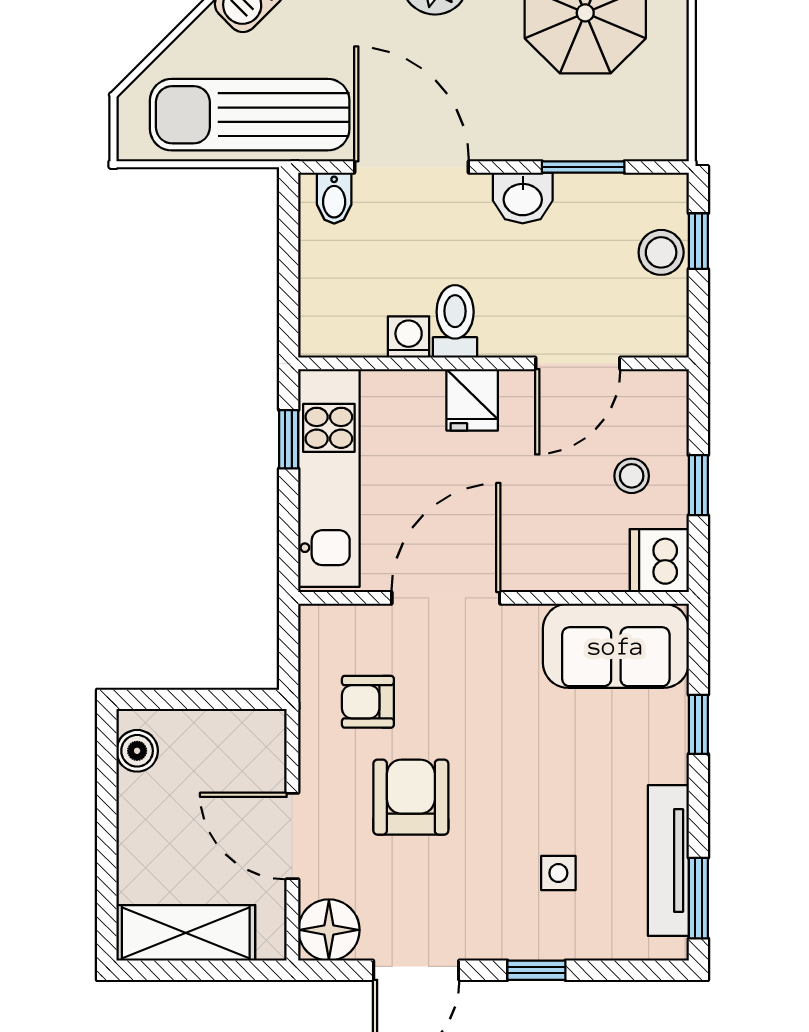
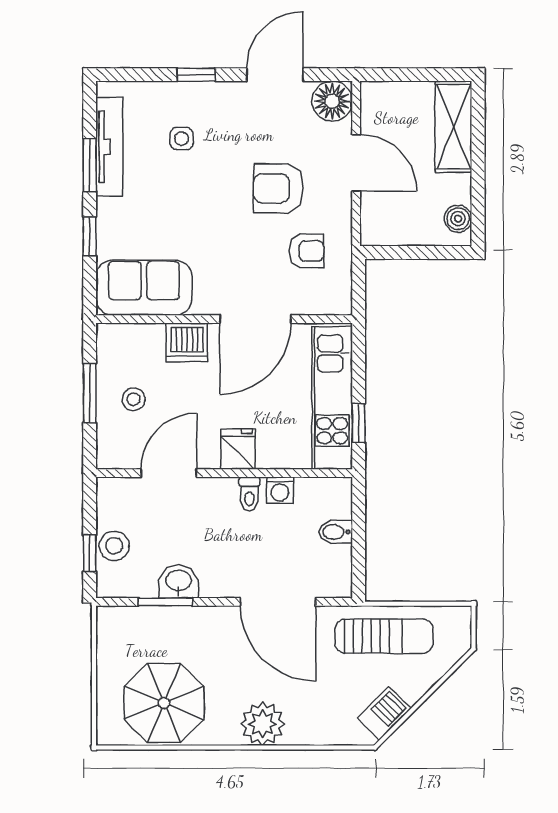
sun lounger: (250, 115) -> (384, 636), width x0.73, depth x0.75
bidet: (334, 198) -> (336, 532), moved, turned -90
washbasin: (523, 198) -> (179, 581), moved
toilet: (455, 321) -> (249, 494), width x0.73, depth x0.72
window: (698, 485) -> (90, 393), width x1.50
dishwasher: (659, 561) -> (187, 342), moved, turned 90
armchair: (411, 797) -> (278, 188), turned 90
window: (698, 898) -> (90, 165), moved
shelving: (186, 933) -> (453, 127), moved, turned 90

